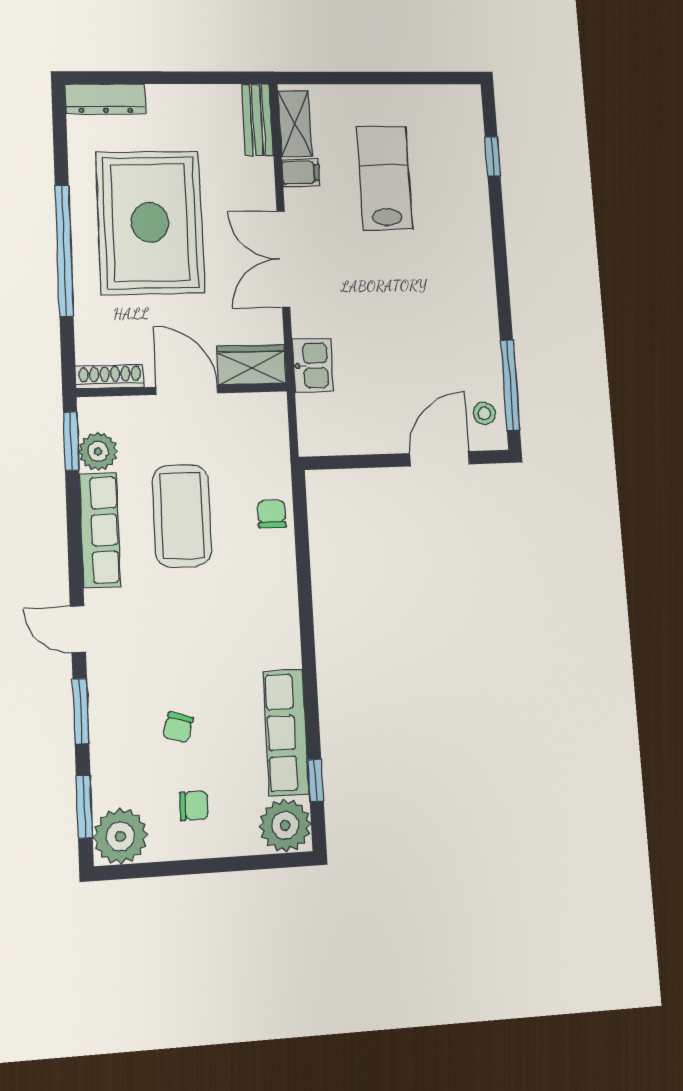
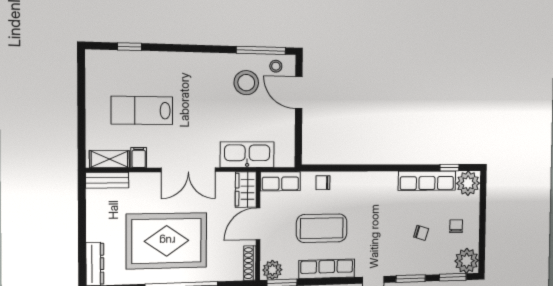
stool: (449, 360) -> (246, 83), added
kitchen sink: (313, 366) -> (247, 155), width x1.88, depth x1.24
row of seats: (271, 430) -> (280, 181), added
plant: (98, 451) -> (272, 270), moved

